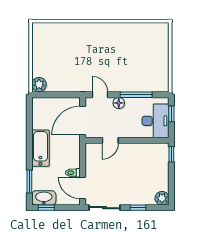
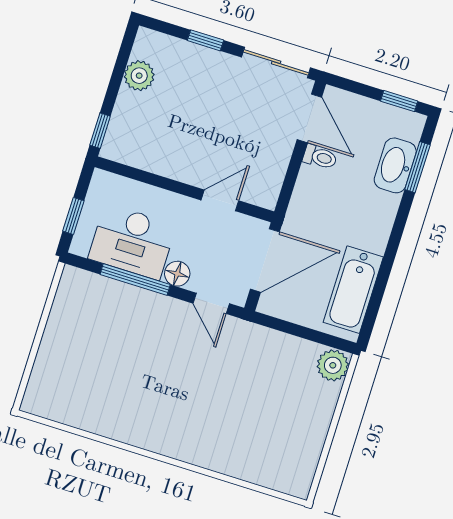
desk: (155, 121) -> (132, 242), moved, turned -90
bathtub: (40, 148) -> (353, 290), moved
washbasin: (44, 198) -> (395, 165), moved, turned 90
plant: (162, 198) -> (139, 76), moved

